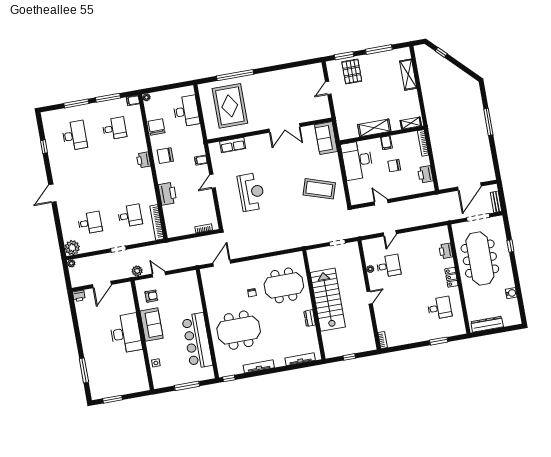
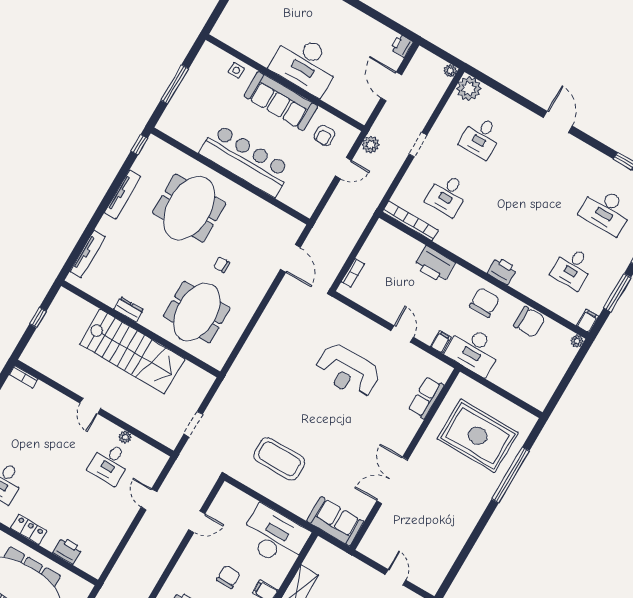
desk: (186, 111) -> (474, 350), moved
coffee table: (319, 189) -> (279, 459), turned 72
sofa: (152, 325) -> (281, 101), width x1.36
bar counter: (197, 341) -> (246, 160), moved

